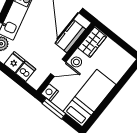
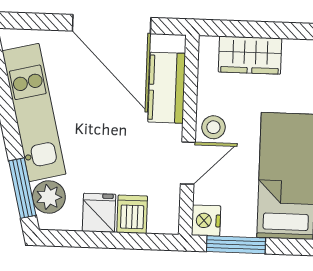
wardrobe: (92, 42) -> (250, 55), moved, turned 90

